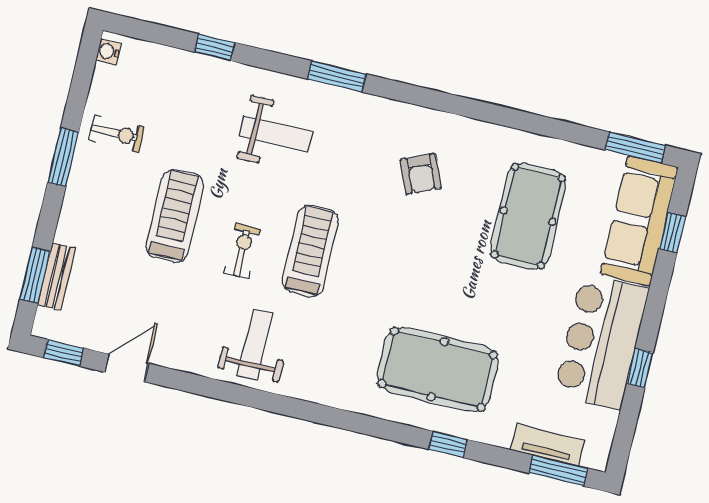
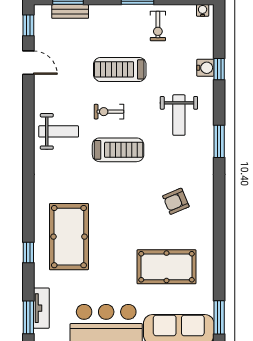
water cooler: (207, 70) -> (205, 68), added
treadmill: (175, 216) -> (120, 69), turned 180
exercise bike: (242, 251) -> (109, 112), turned 180

